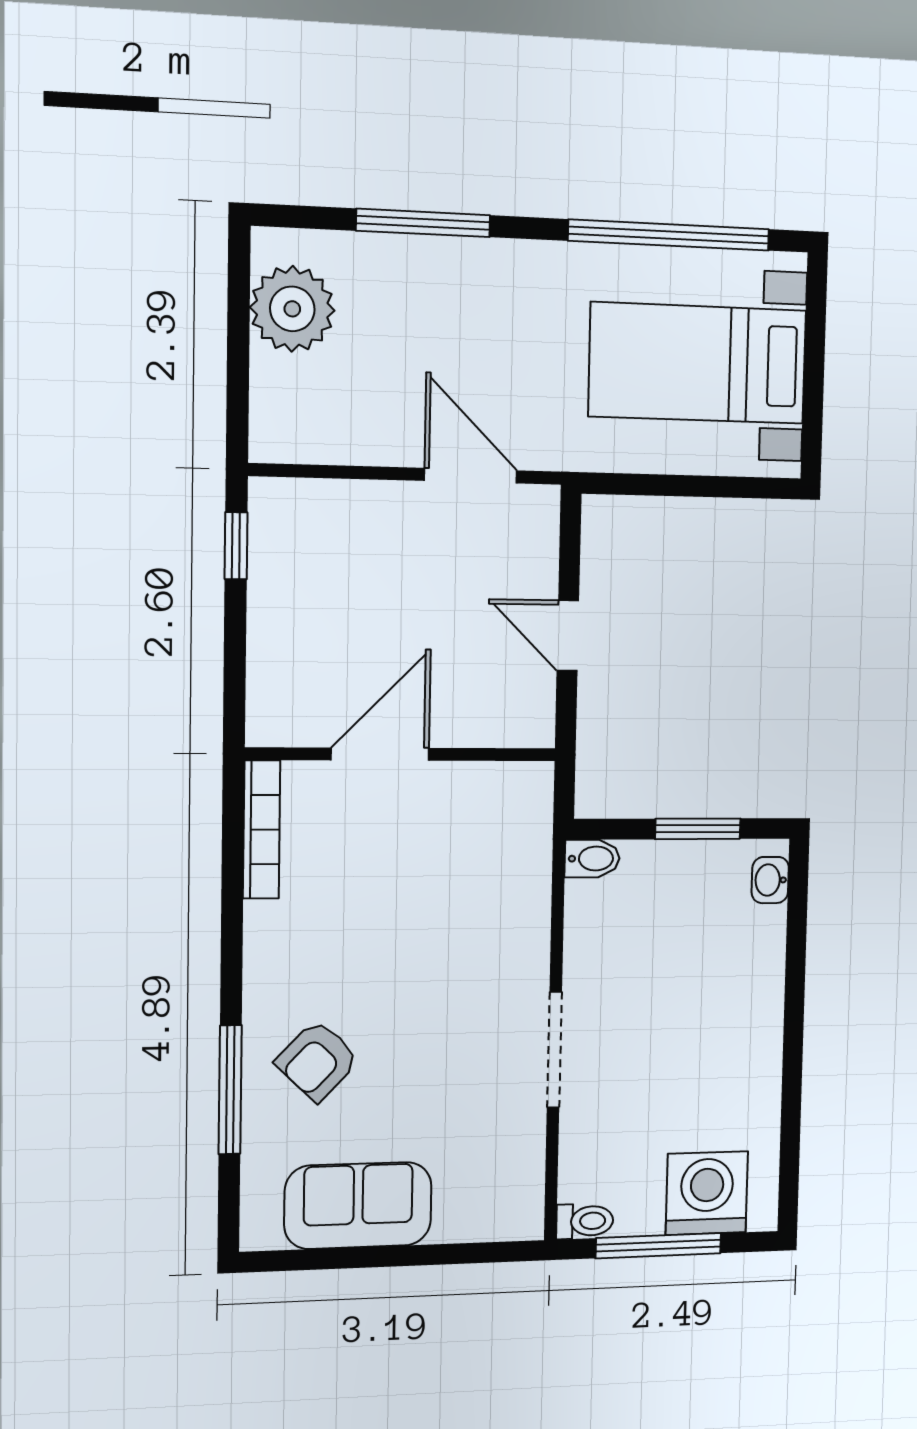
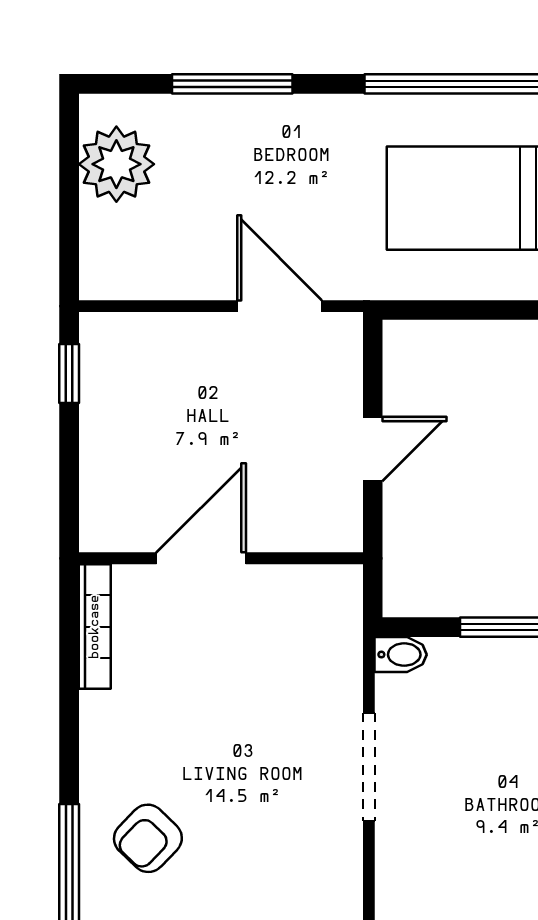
door: (568, 636) -> (373, 449), swing flipped
doorway: (554, 1050) -> (369, 767), moved

